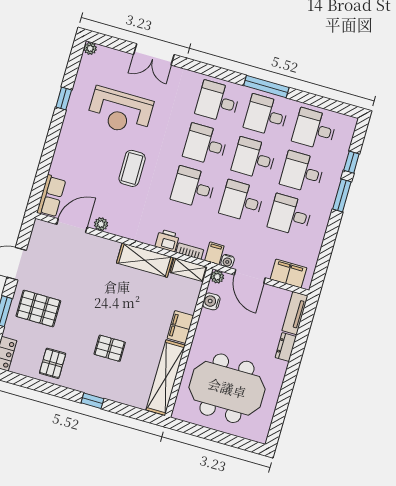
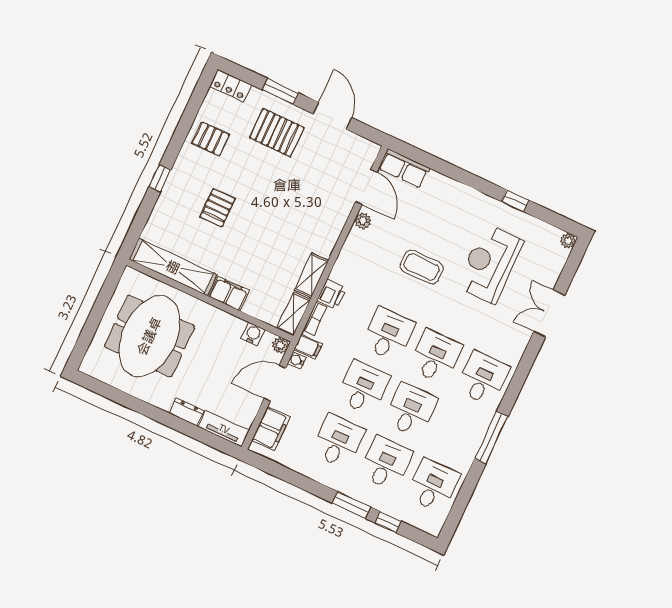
desk: (266, 115) -> (458, 432), removed
shelving: (145, 260) -> (311, 275), width x0.67, depth x0.75
pallet: (38, 308) -> (277, 133), turned 90

